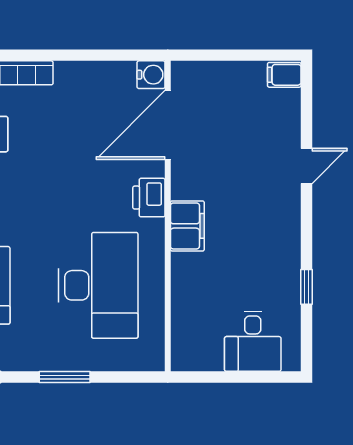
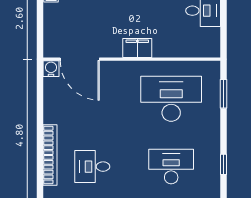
printer: (149, 198) -> (121, 70), removed
window: (65, 377) -> (223, 94), moved

